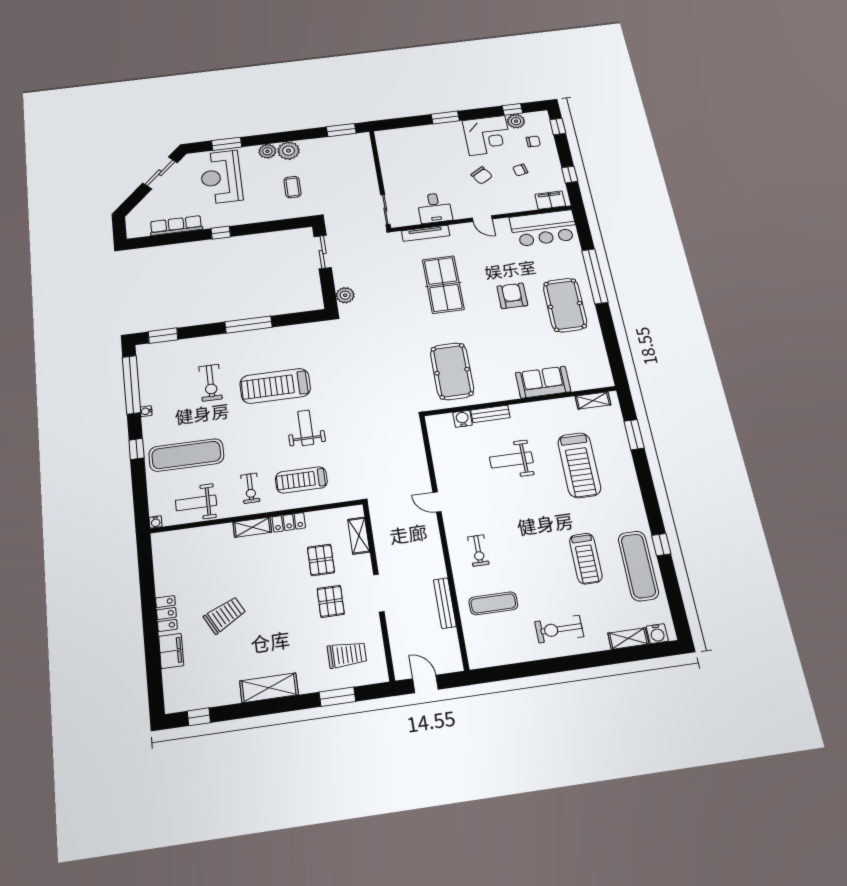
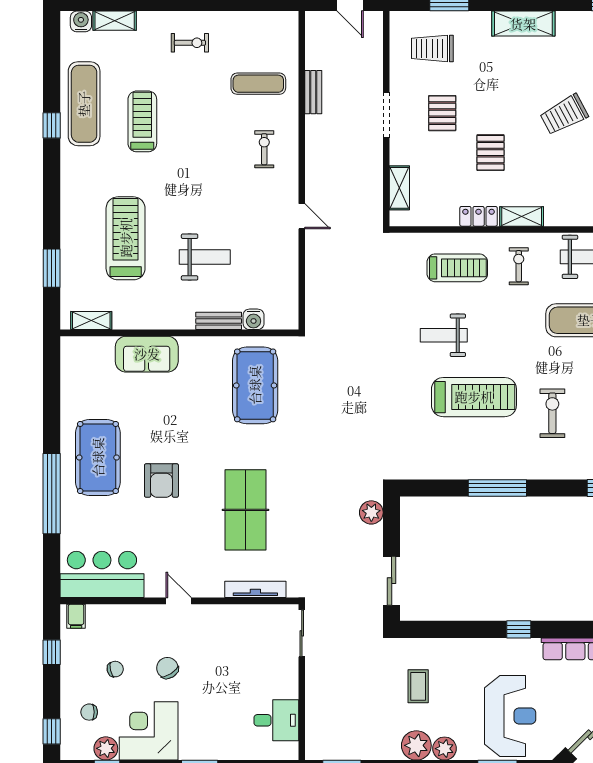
filing cabinet: (550, 200) -> (76, 616), width x0.50
desk: (435, 208) -> (276, 720), moved, turned 90
weight bench: (306, 428) -> (444, 335), turned 90
pallet: (321, 560) -> (490, 153), moved
bench: (445, 603) -> (313, 92), width x0.73
exercise bike: (559, 629) -> (190, 43), width x0.73, depth x0.72

